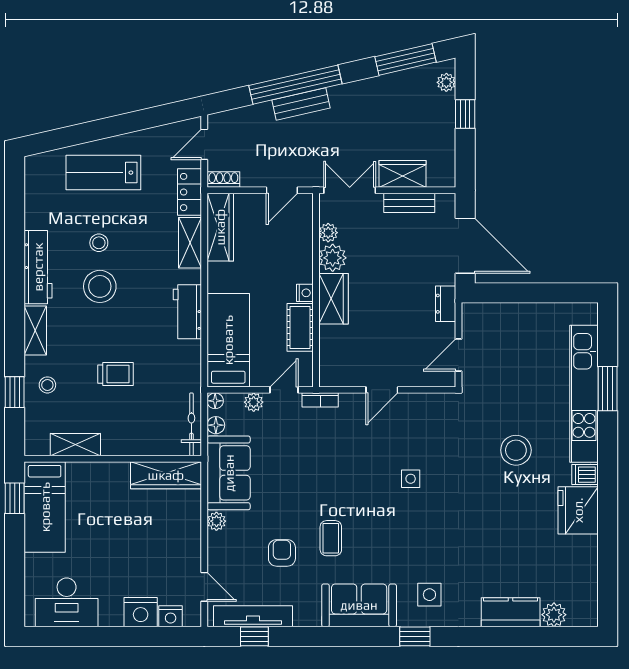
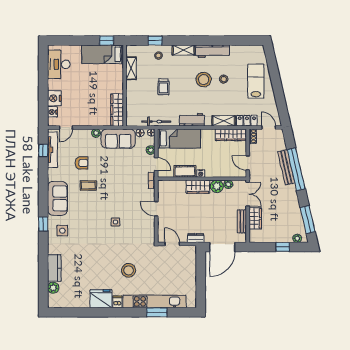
bench: (301, 104) -> (286, 167), width x1.36
bicycle: (191, 424) -> (156, 122), moved

